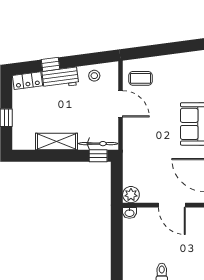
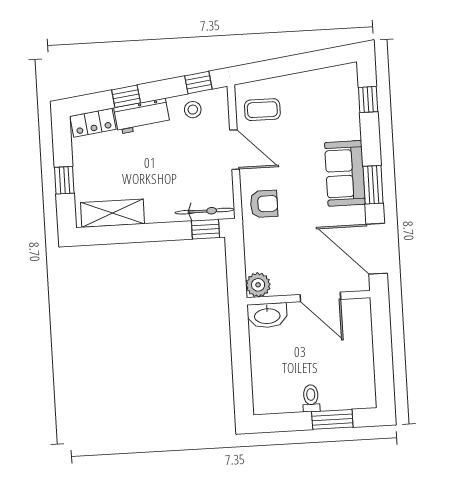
window: (99, 58) -> (198, 82), added
shelving: (57, 141) -> (113, 213), moved
armchair: (138, 141) -> (264, 204), added
washbasin: (130, 213) -> (267, 315), width x1.91, depth x1.45

